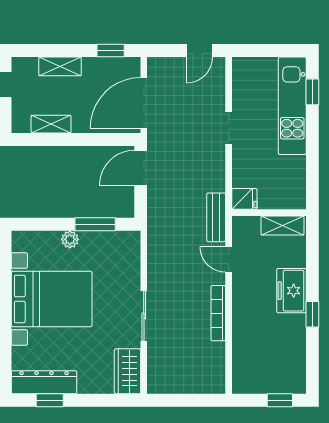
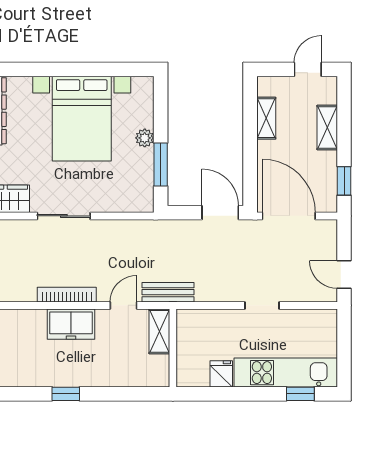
fridge: (244, 199) -> (221, 374), moved, turned 180
shelving: (283, 225) -> (159, 331), moved
freezer: (291, 291) -> (71, 324), moved, turned 180

